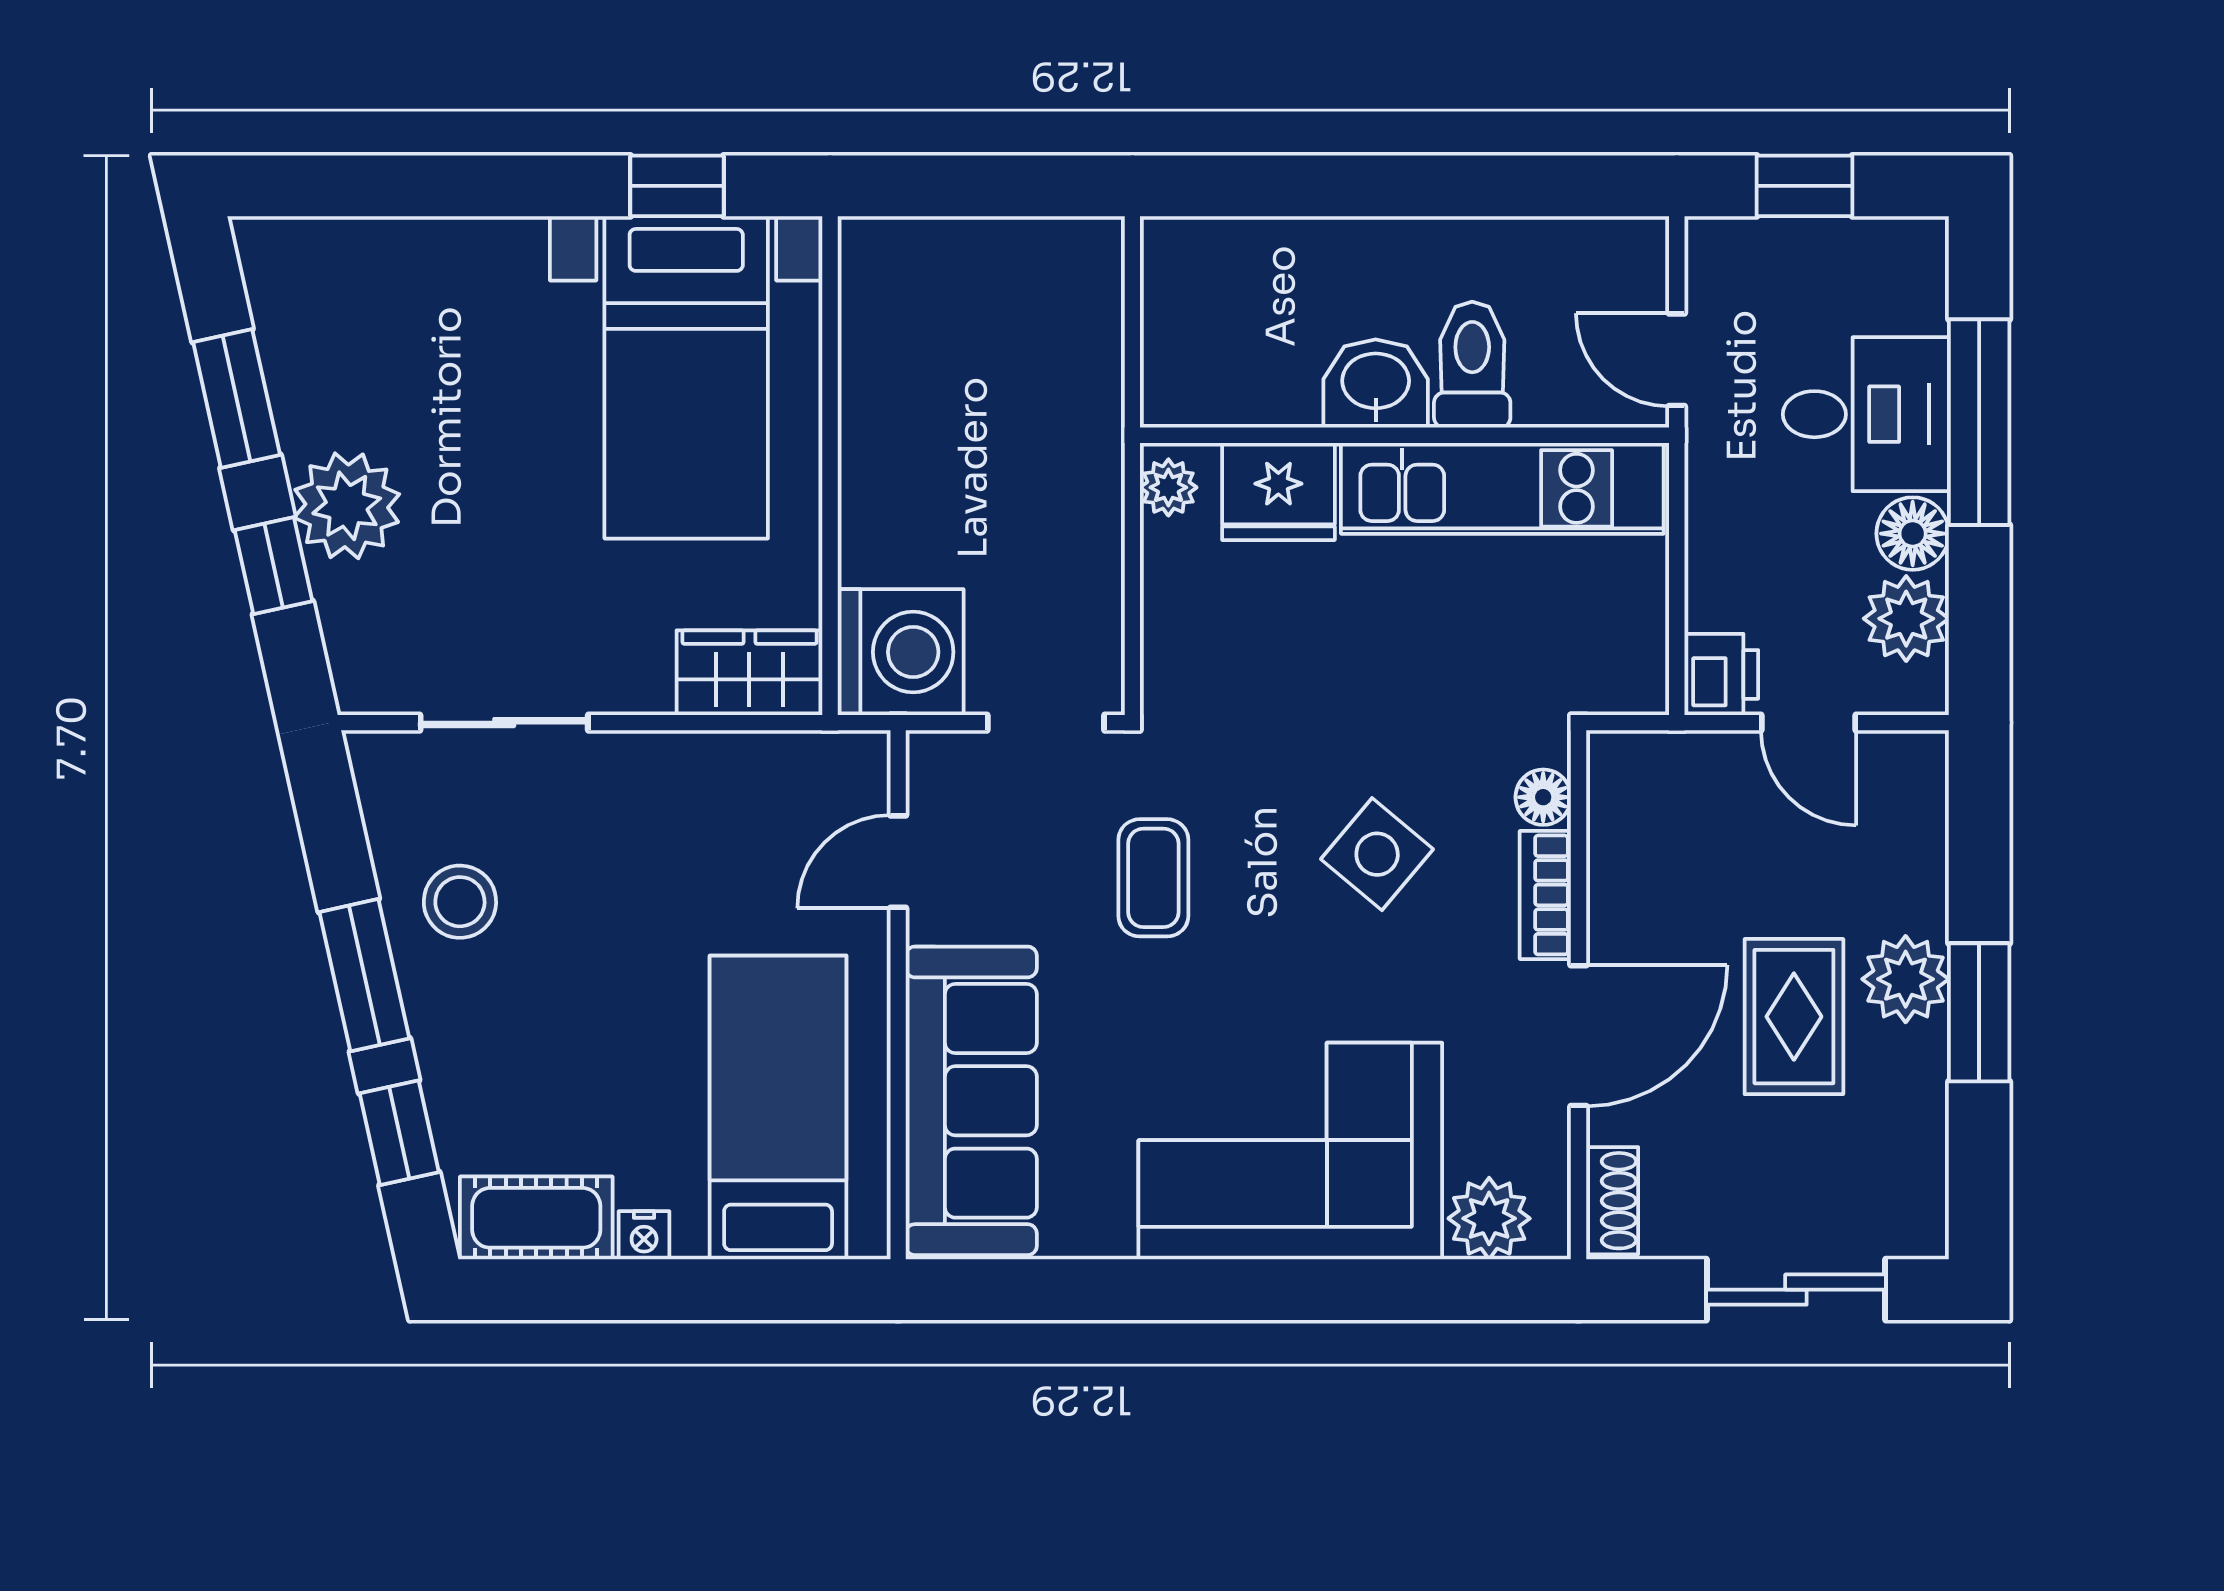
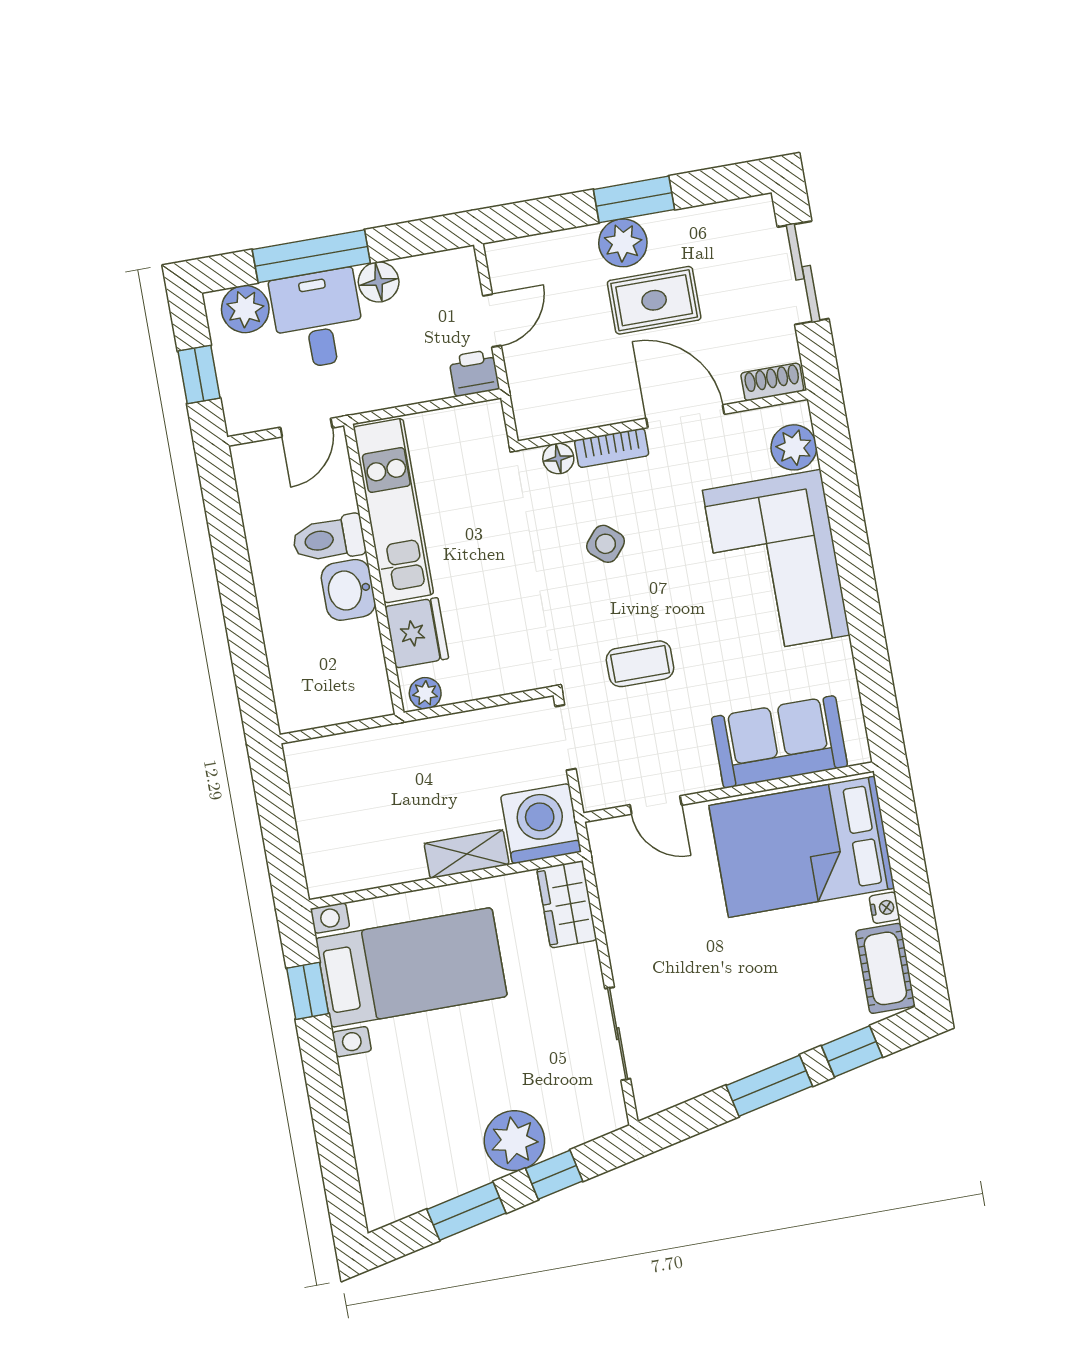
shelving: (870, 511) -> (467, 854), added
plant: (1906, 619) -> (245, 309), moved
side table: (1377, 854) -> (606, 544), width x0.73, depth x0.73
stool: (460, 902) -> (720, 1041), removed
sofa: (971, 1101) -> (779, 742), width x0.73
bed: (778, 1107) -> (802, 847), width x1.50

